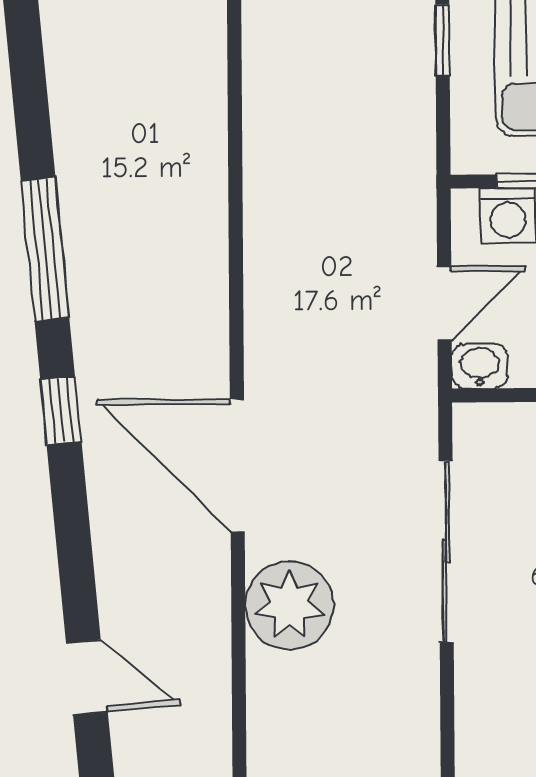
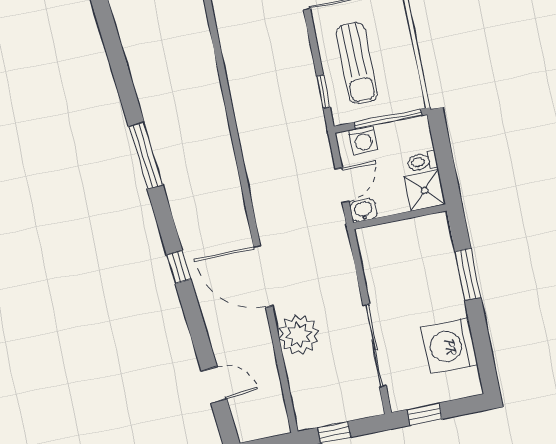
window: (443, 40) -> (323, 91), moved
window: (45, 249) -> (146, 156), moved
sliding door: (446, 552) -> (374, 345), moved

